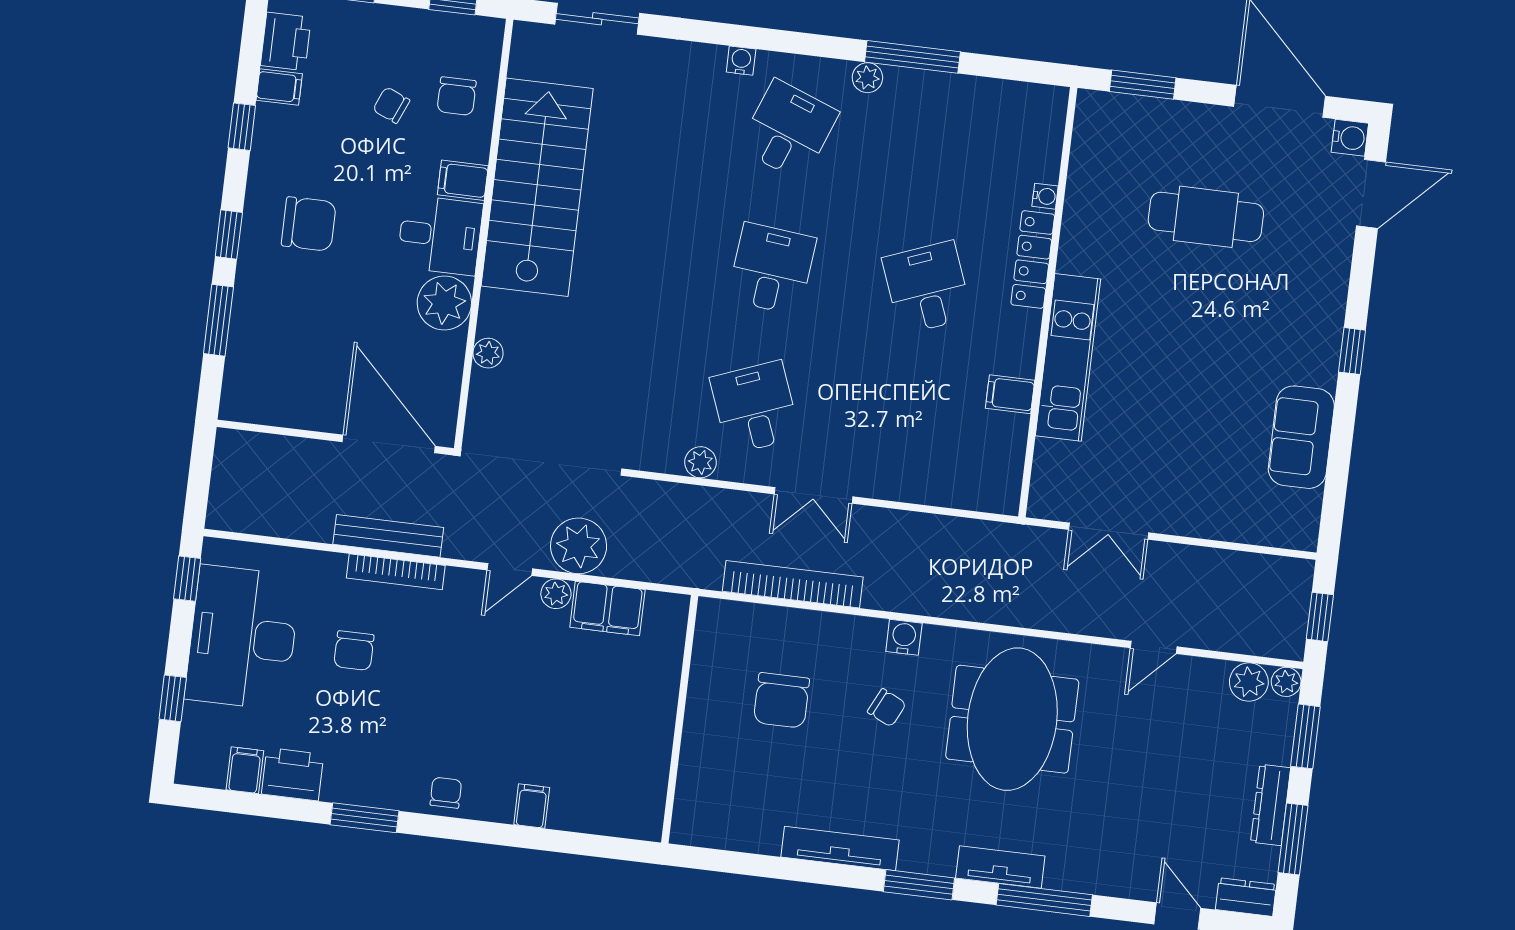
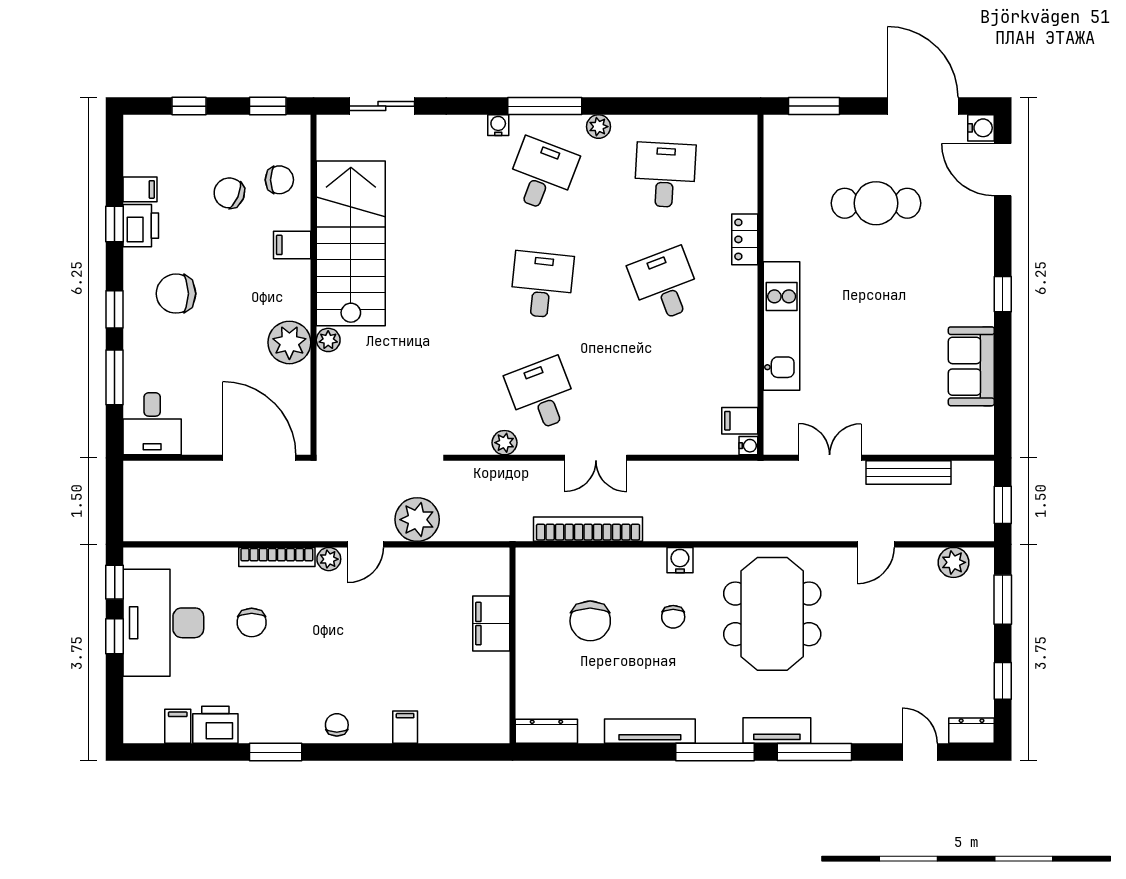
printer: (286, 41) -> (141, 226), moved
window: (912, 57) -> (545, 106), moved
chair: (457, 96) -> (279, 180), turned -90
chair: (391, 105) -> (229, 193), width x1.37, depth x1.37
desk: (944, 149) -> (665, 175), added
door: (1371, 194) -> (1003, 170), swing flipped
water cooler: (1045, 196) -> (748, 446), moved
chair: (309, 224) -> (176, 294), turned 180
desk: (440, 235) -> (152, 424), moved, turned 90
locker: (1033, 259) -> (745, 239), width x0.66
plant: (488, 353) -> (328, 340), moved
filing cabinet: (1010, 394) -> (740, 421), moved
double door: (1109, 531) -> (830, 458), swing flipped
bench: (388, 536) -> (909, 473), moved
plant: (556, 594) -> (329, 559), moved
filing cabinet: (607, 608) -> (491, 624), moved, turned 90
plant: (1286, 682) -> (983, 559), removed
window: (173, 698) -> (115, 636), moved
chair: (887, 708) -> (673, 617), turned 64
dresser: (1271, 805) -> (546, 731), moved, turned 90
window: (1293, 839) -> (1003, 681), width x0.67
window: (919, 885) -> (715, 752), width x1.44

